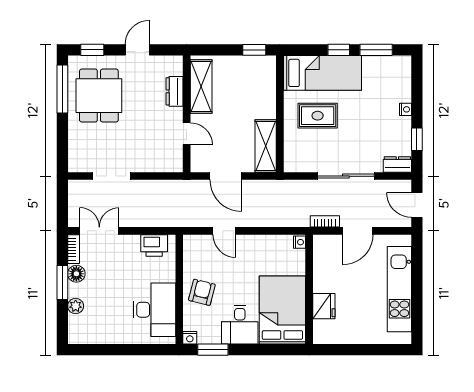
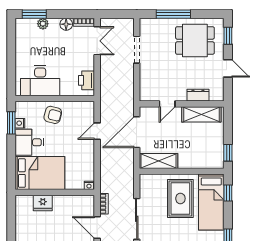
window: (339, 50) -> (228, 193), moved
window: (62, 89) -> (173, 14), moved
rug: (318, 116) -> (180, 199), width x1.36, depth x1.43
door: (226, 176) -> (137, 132), width x1.36
window: (62, 282) -> (34, 14), moved
nightstand: (190, 338) -> (20, 123), moved

